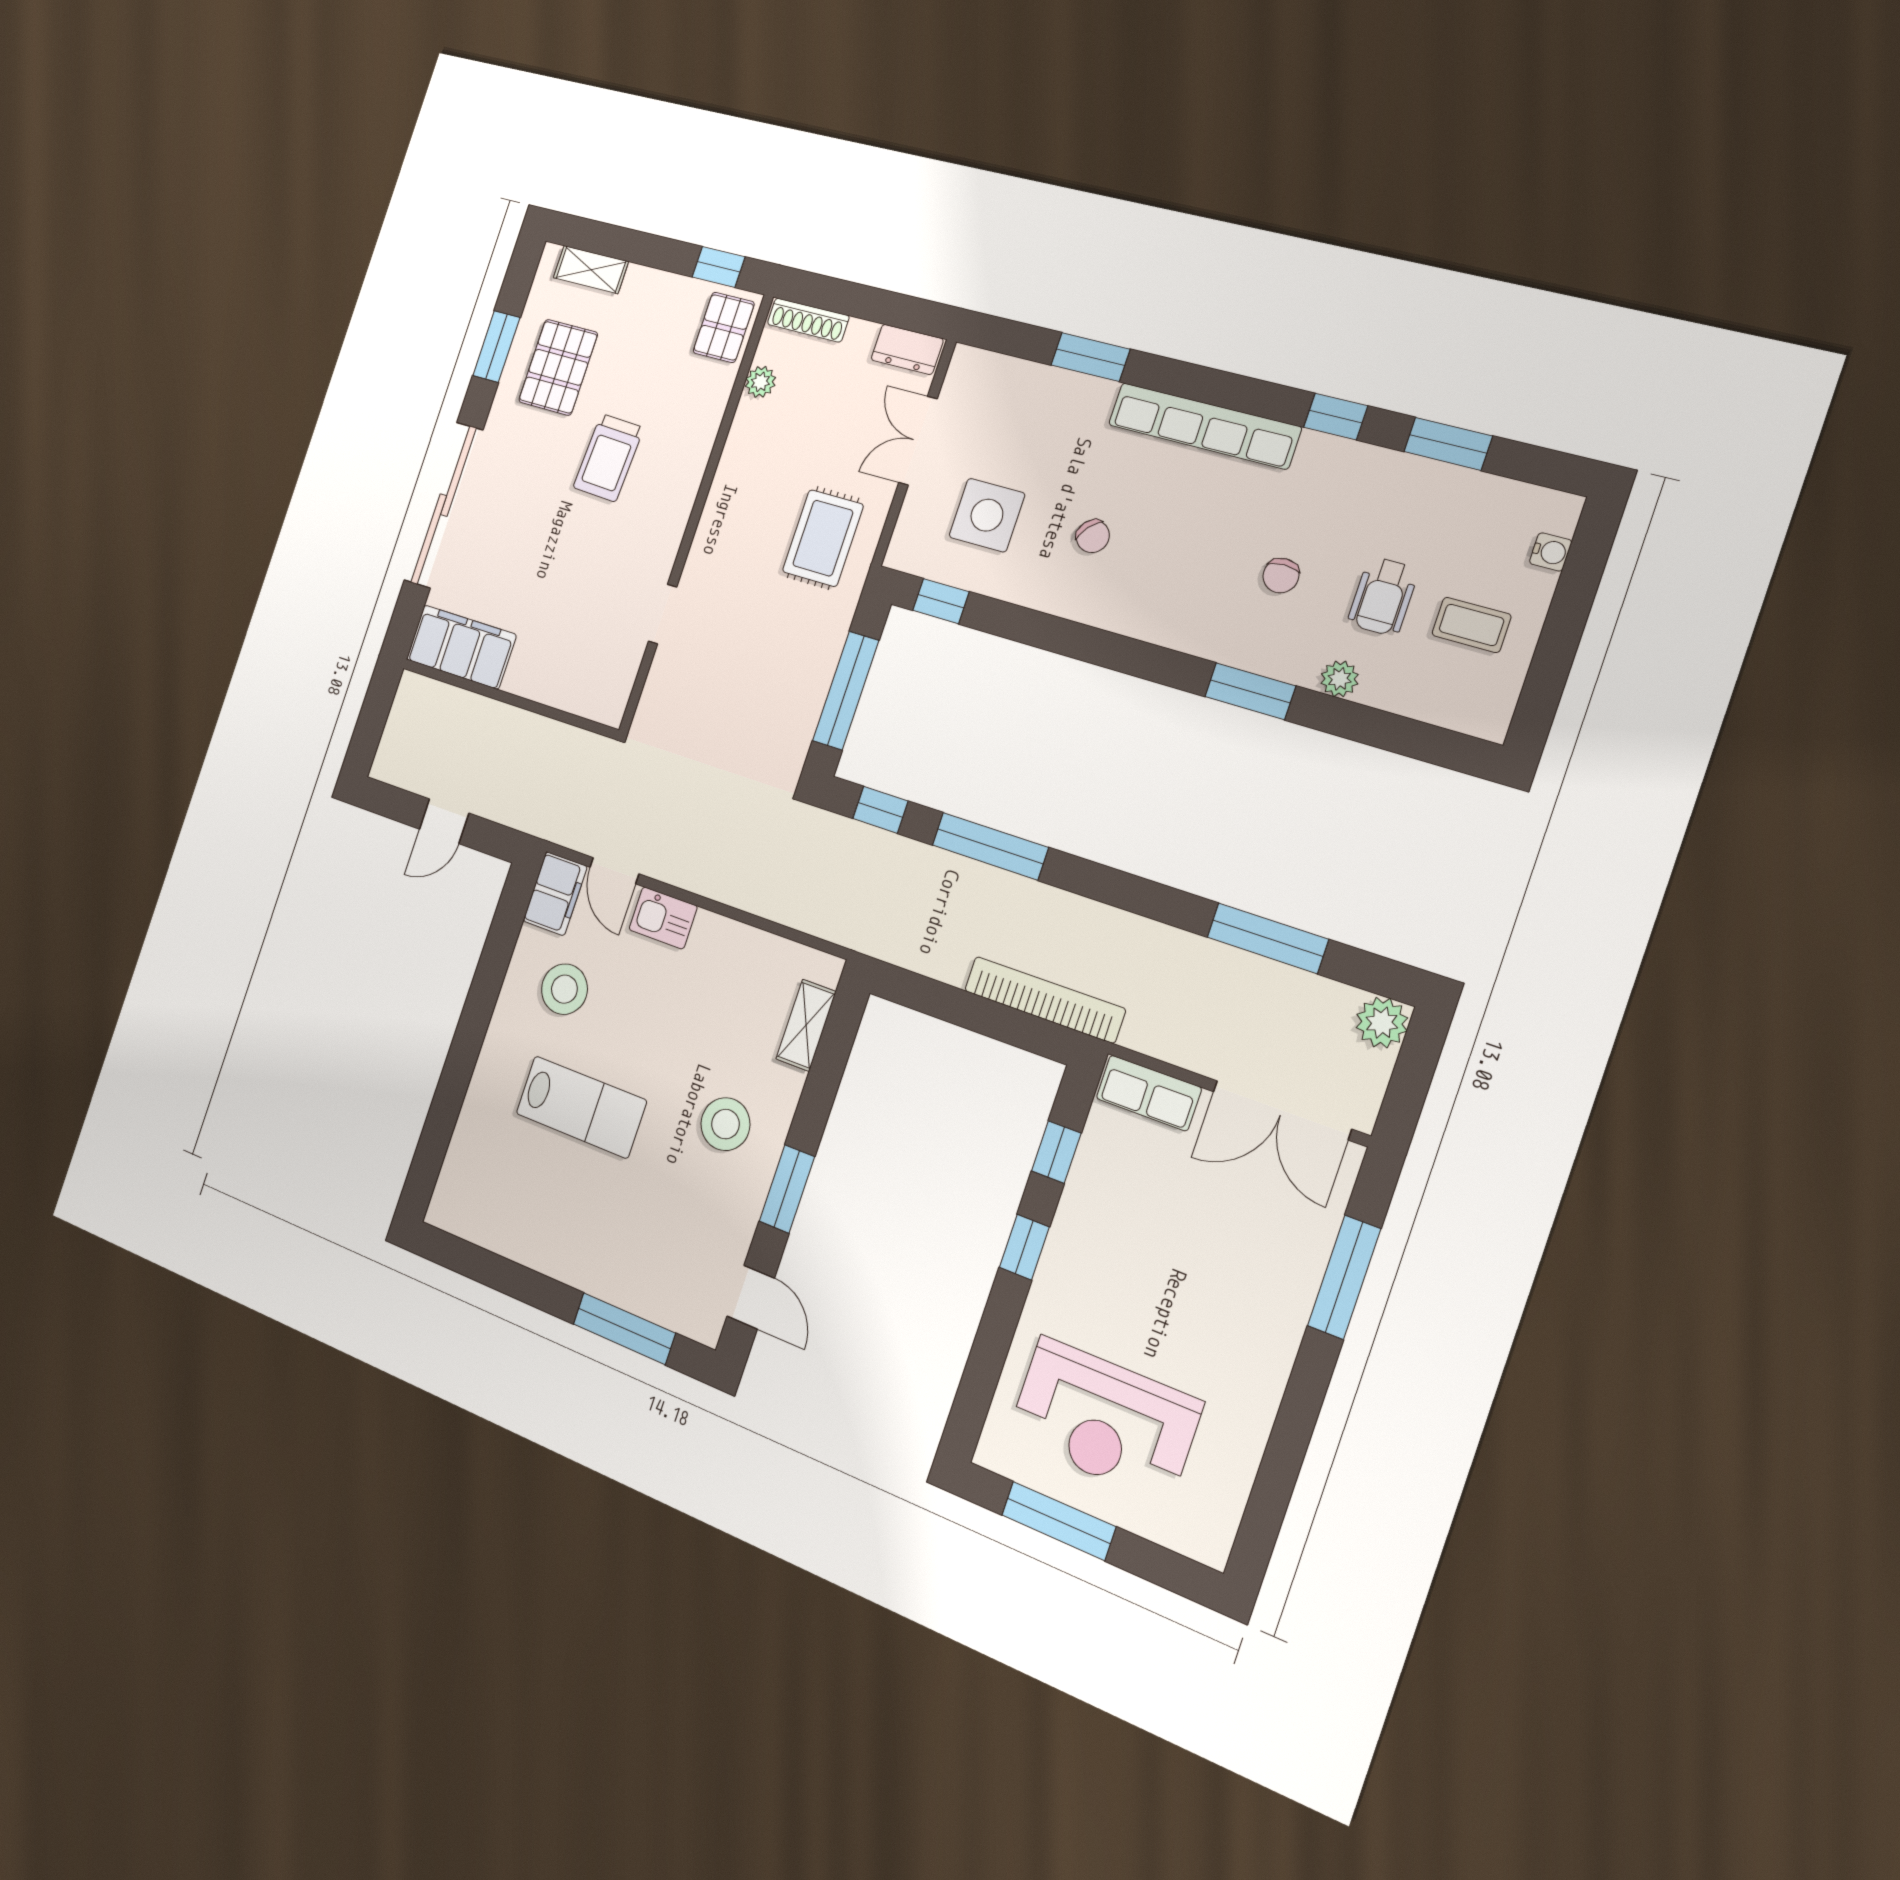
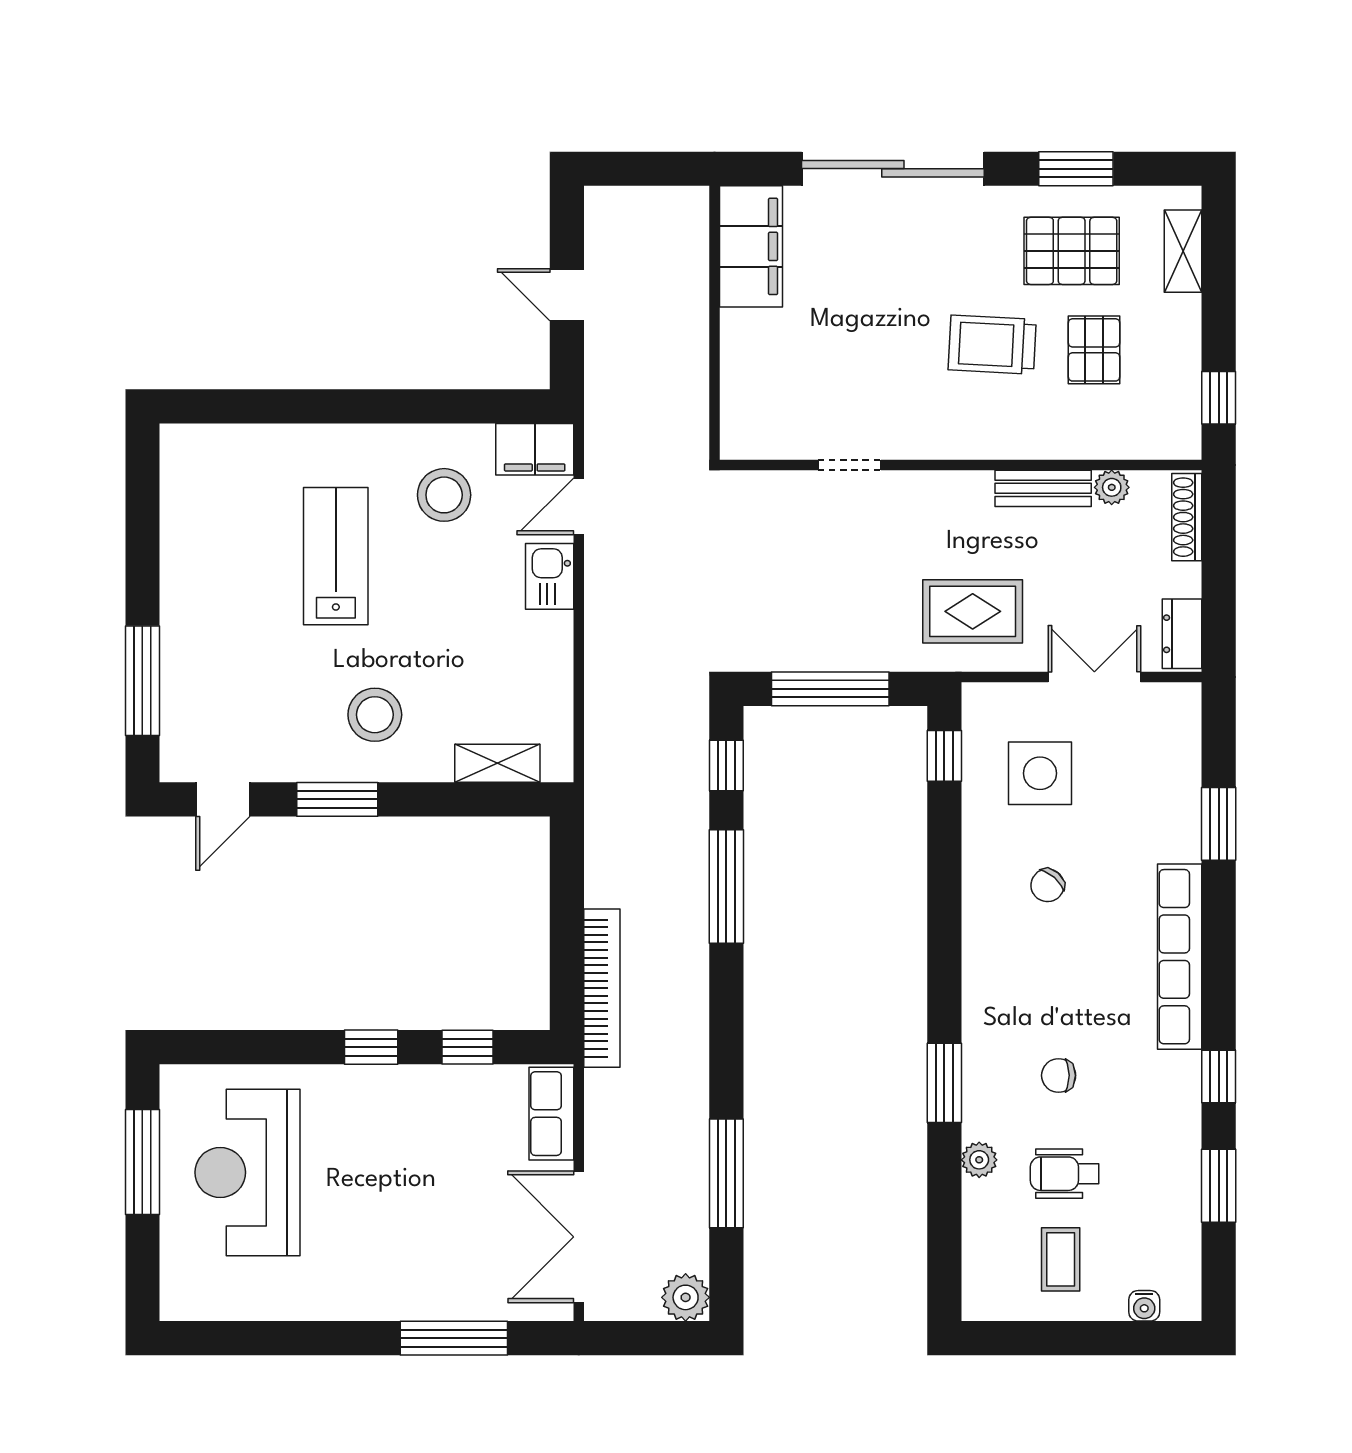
pallet: (724, 327) -> (1094, 350), moved, turned 90
bench: (740, 444) -> (1043, 488), added
lab bench: (581, 1107) -> (336, 556), turned 180

